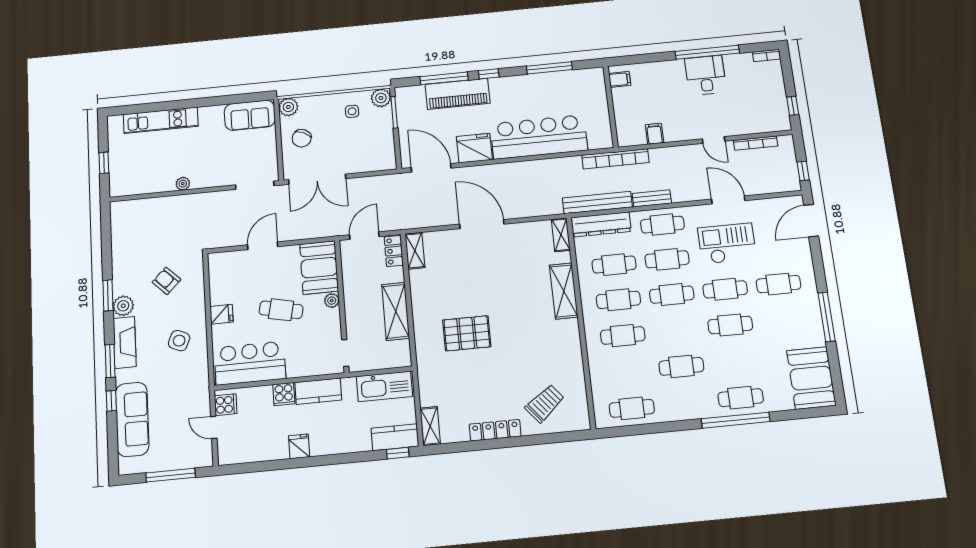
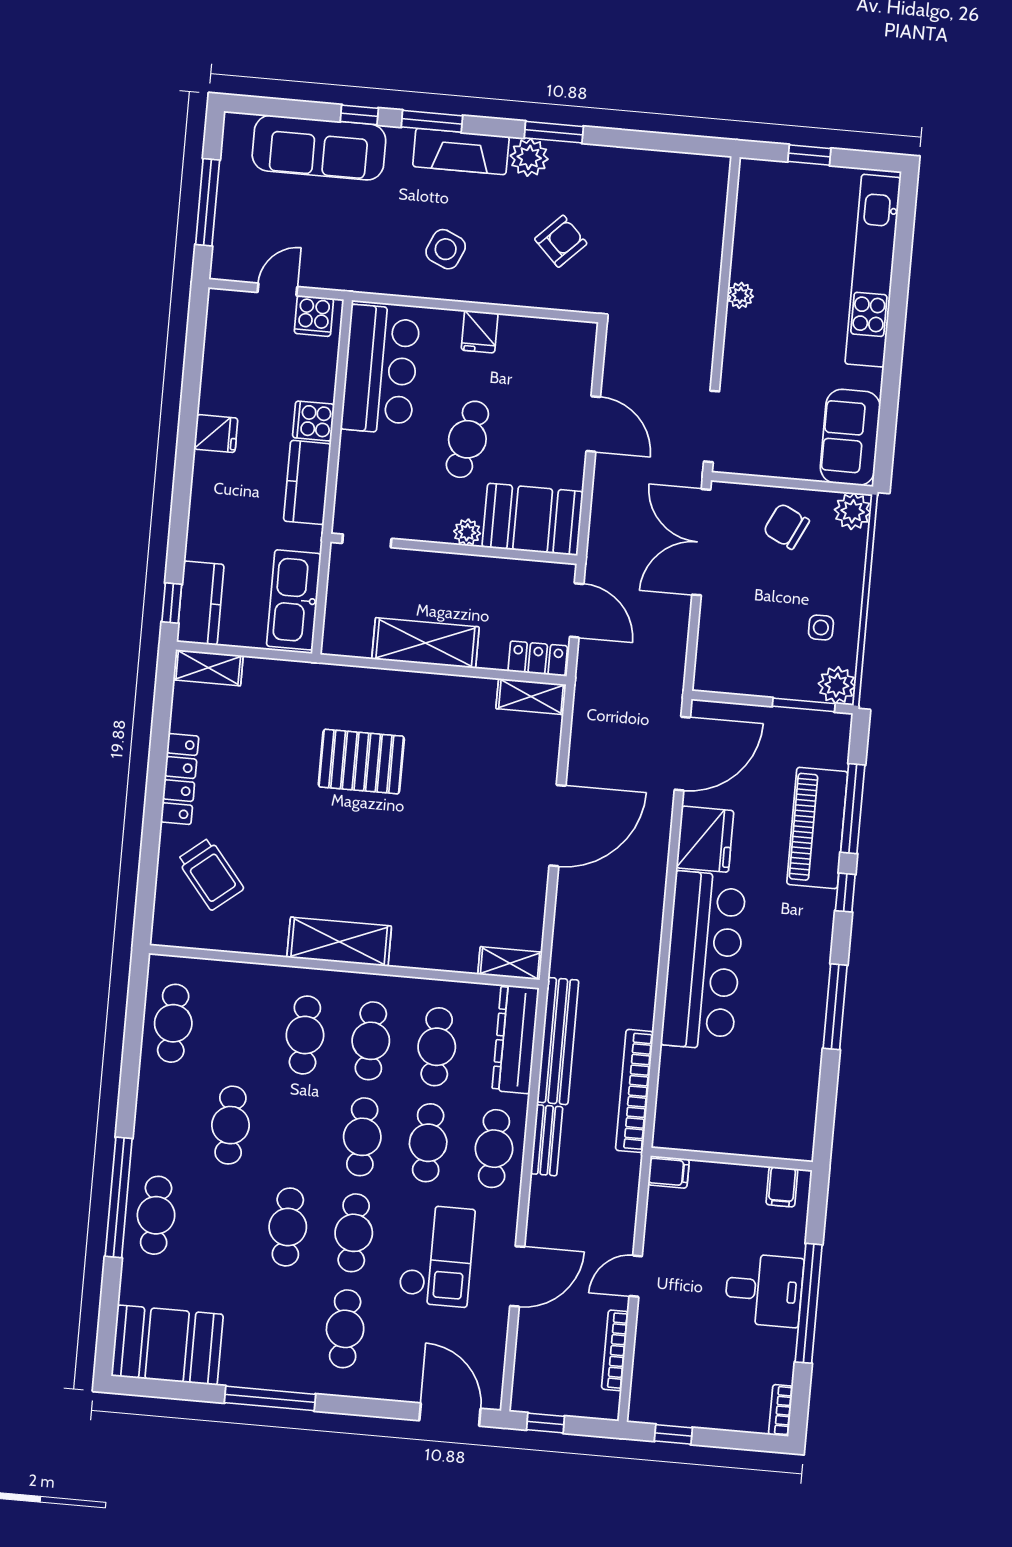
filing cabinet: (620, 79) -> (782, 1187), moved
wall: (611, 107) -> (732, 1159), moved
kitchen unit: (161, 120) -> (873, 271), width x1.36
shelving: (564, 291) -> (339, 942), moved
pallet: (467, 333) -> (361, 762), turned 90

